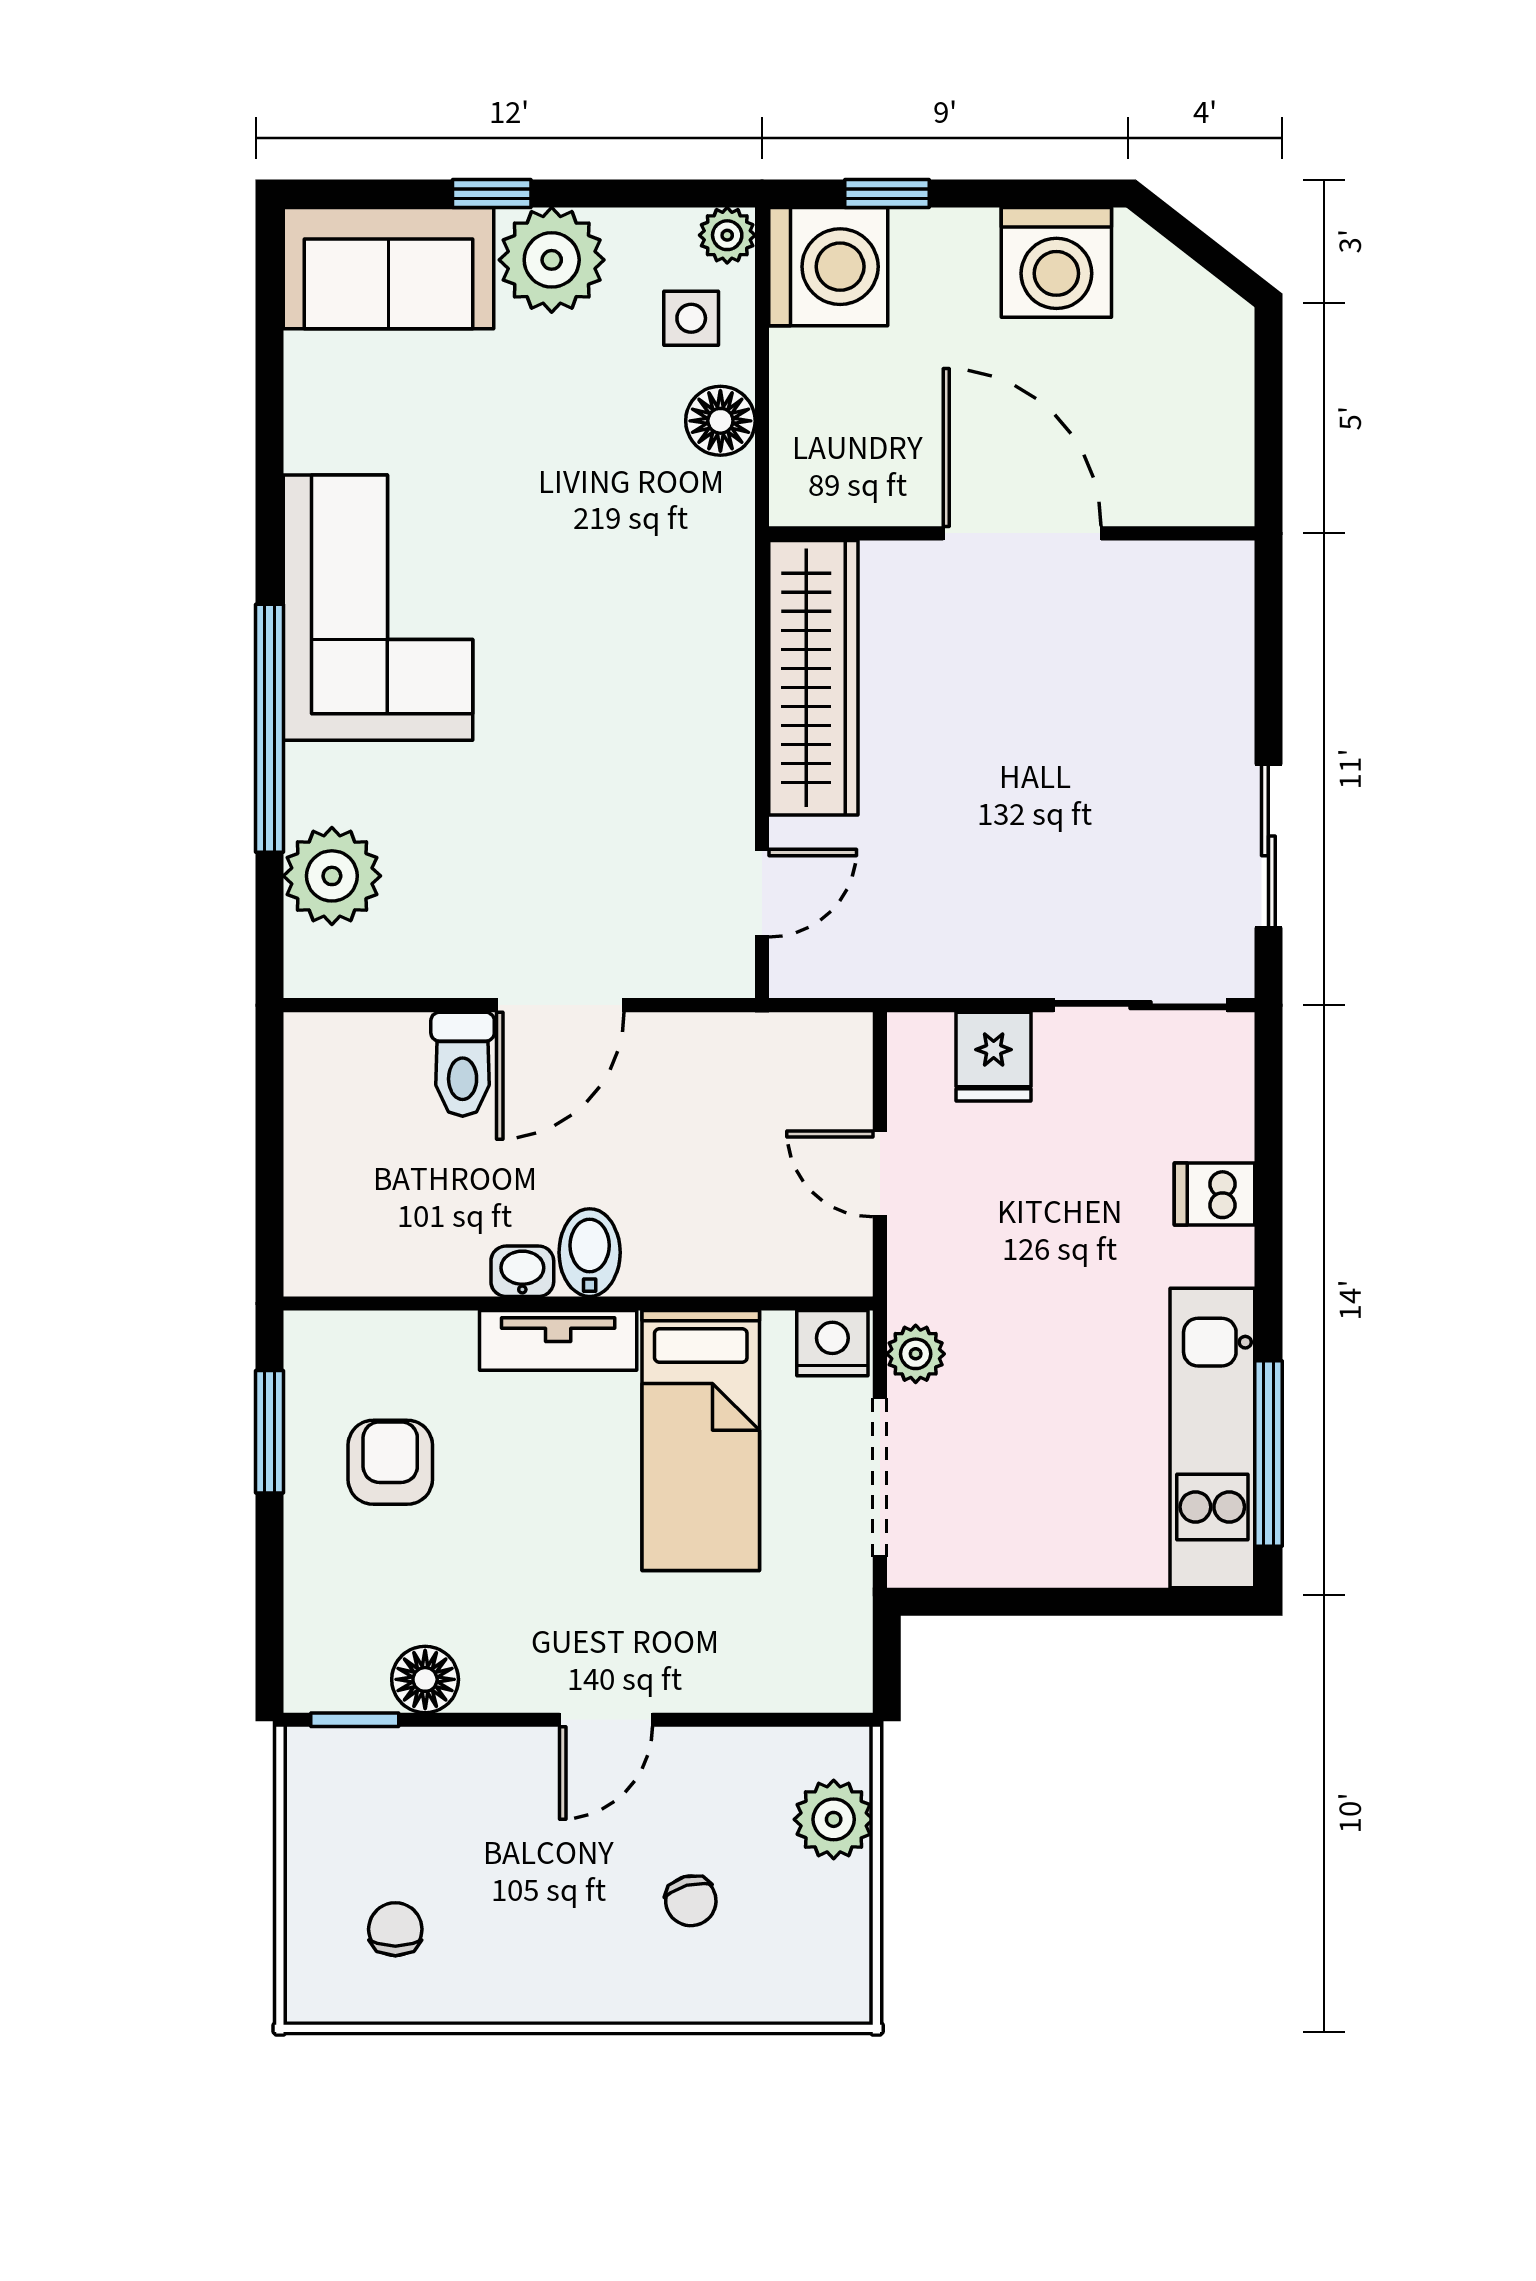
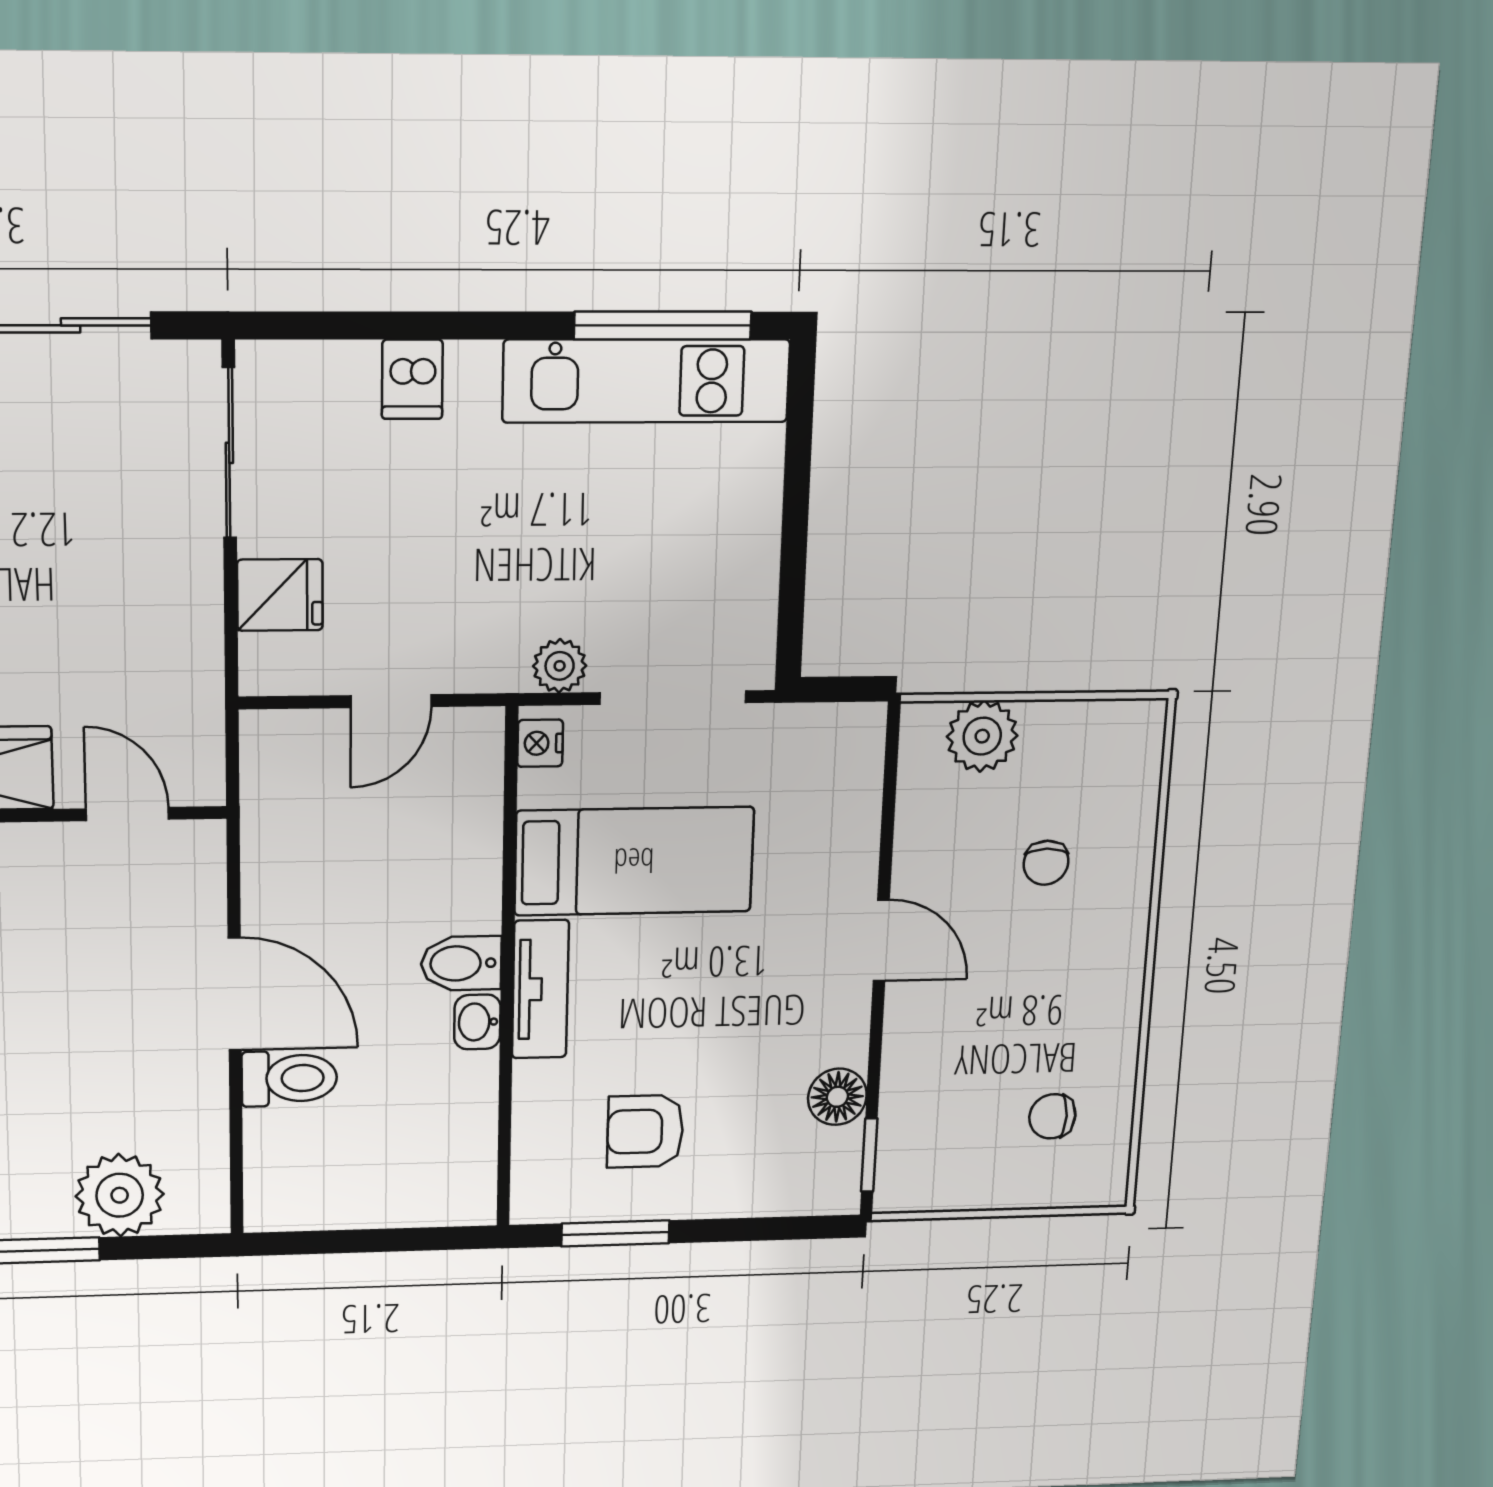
nightstand: (832, 1343) -> (540, 743), width x0.72, depth x0.74
chair: (691, 1901) -> (1046, 863), turned 105

